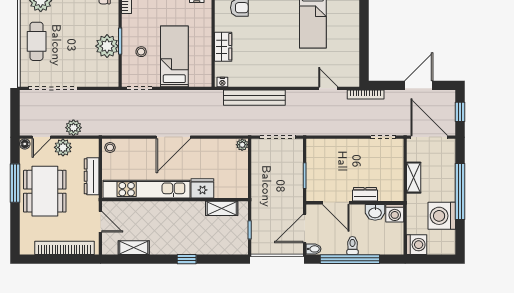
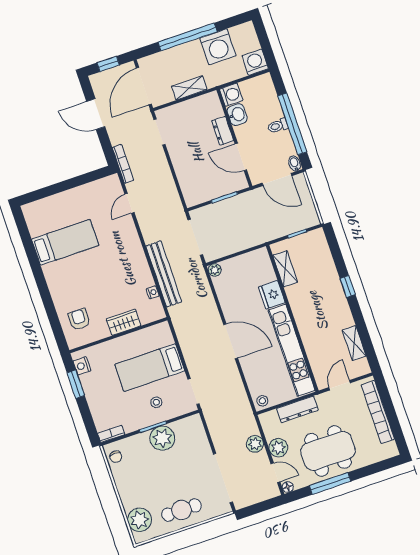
nightstand: (222, 82) -> (153, 292), moved
door: (336, 203) -> (241, 157), swing flipped

